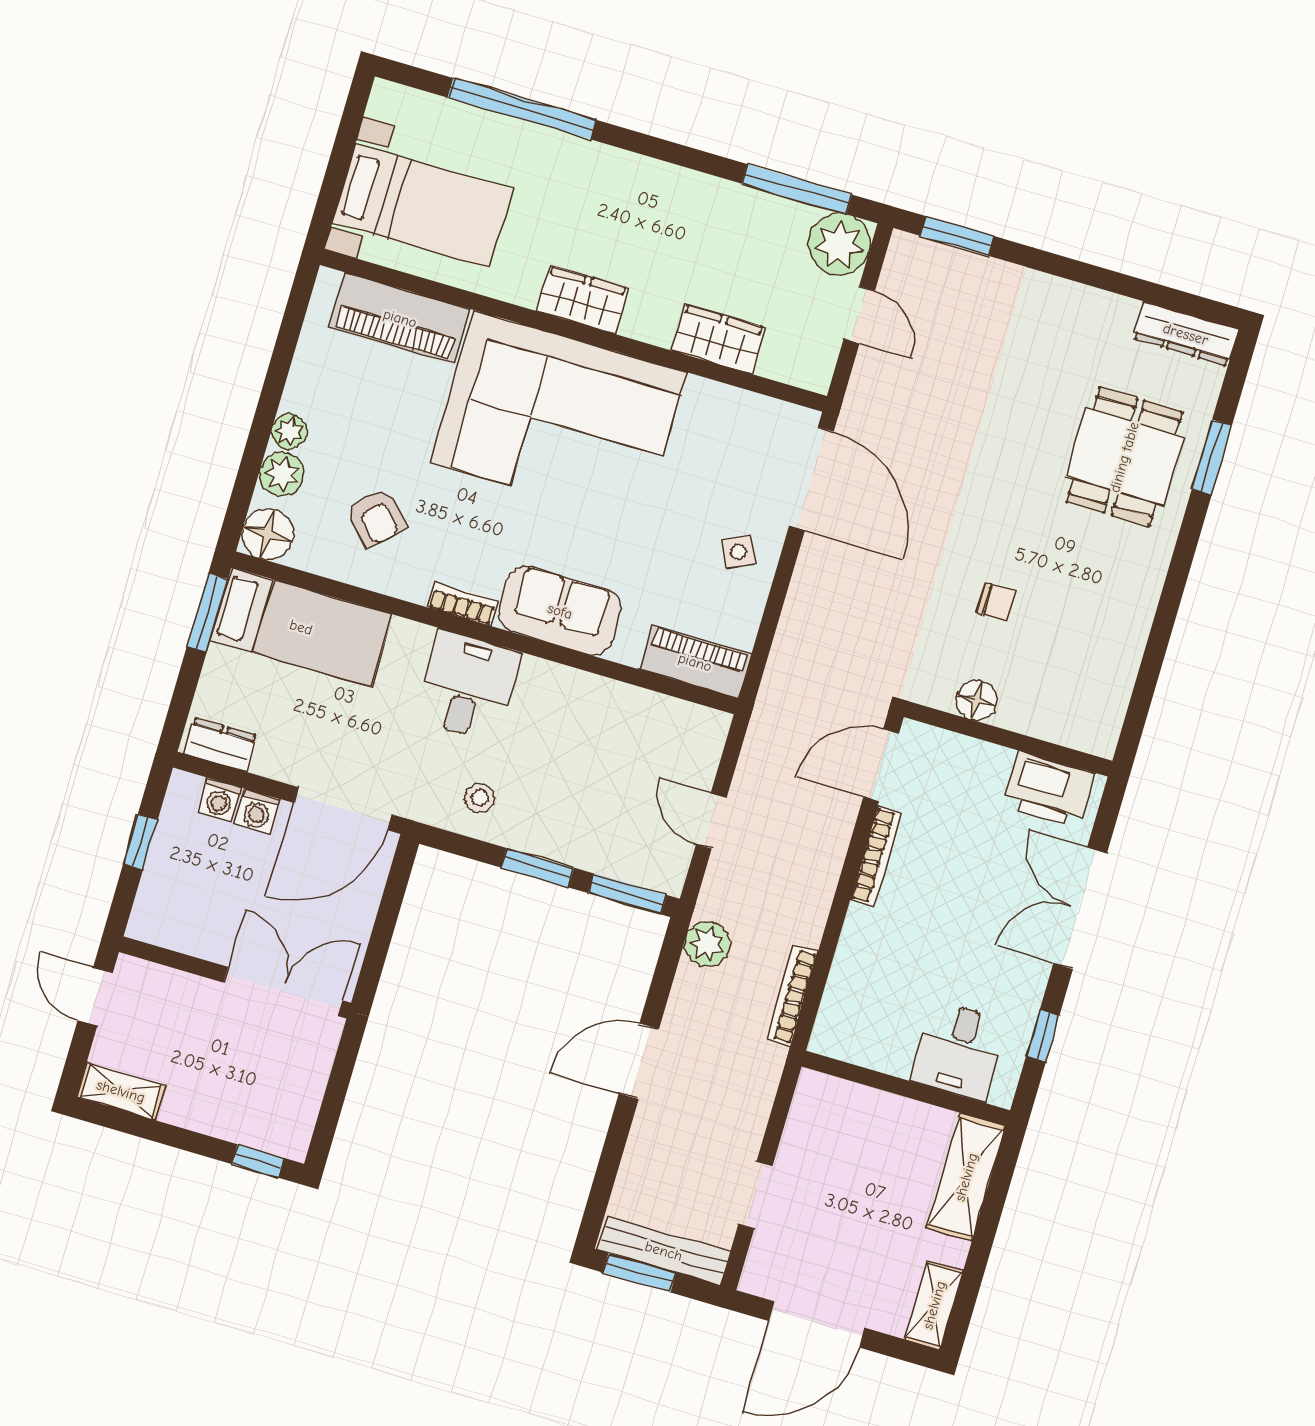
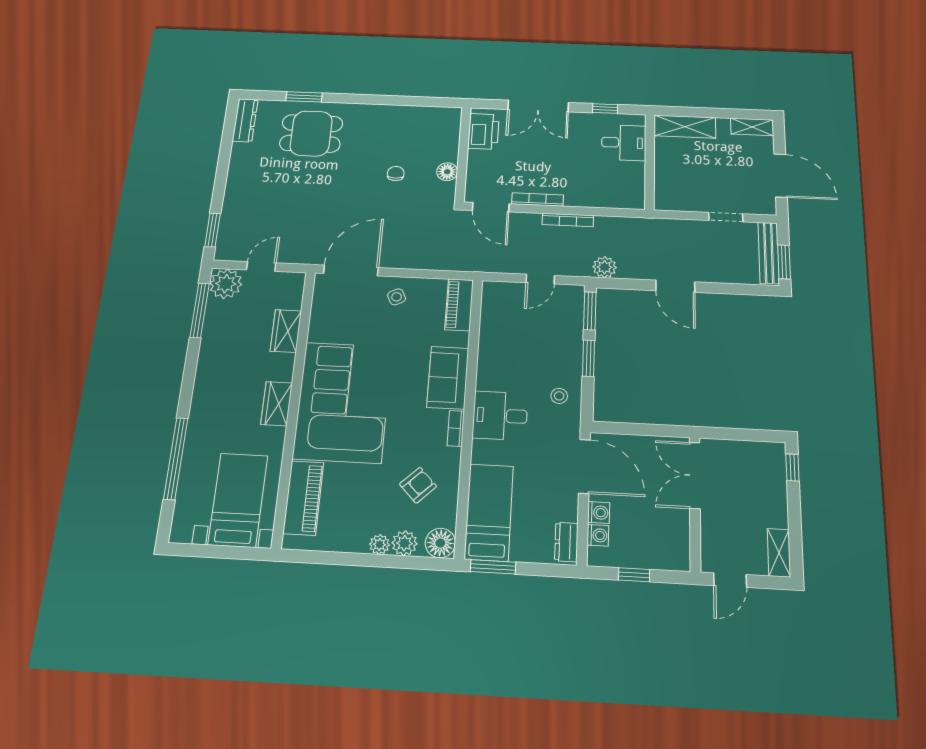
bookcase: (792, 996) -> (568, 220), moved

